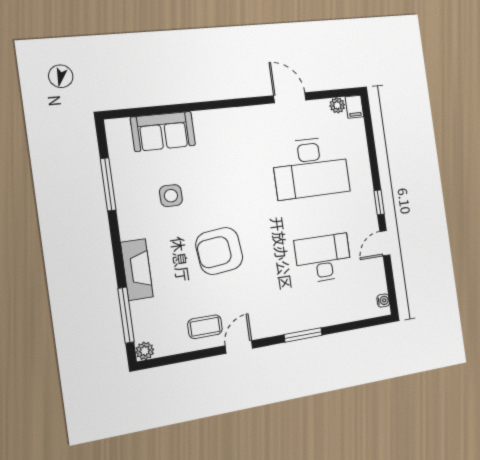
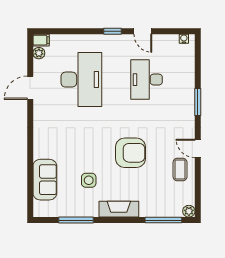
armchair: (219, 251) -> (130, 153), turned -84
fireplace: (137, 270) -> (119, 209), moved

